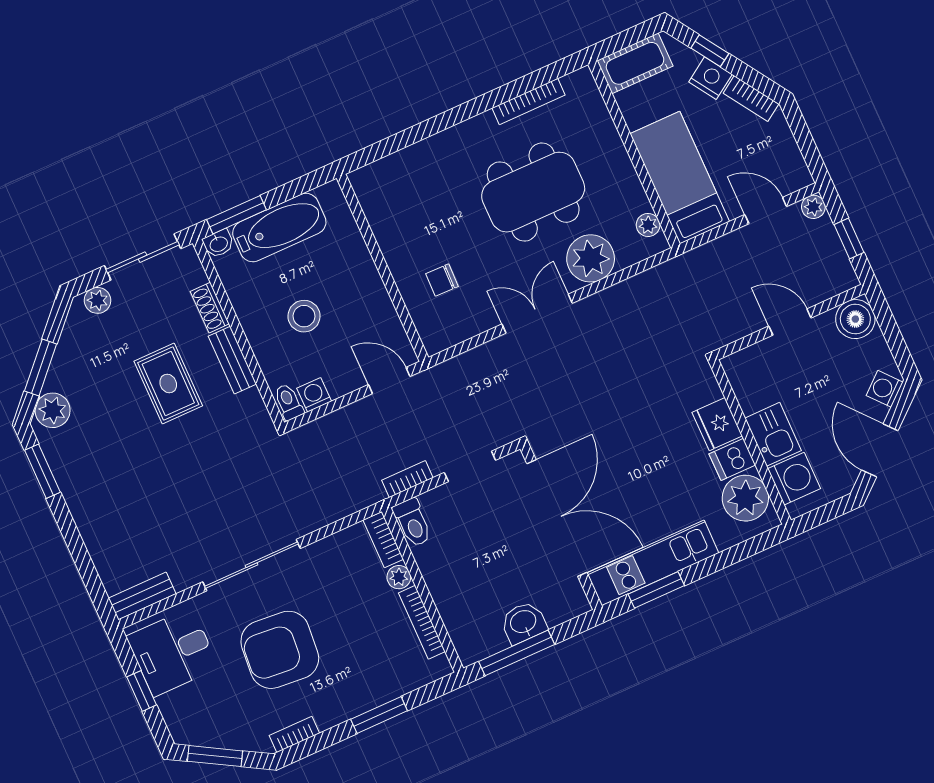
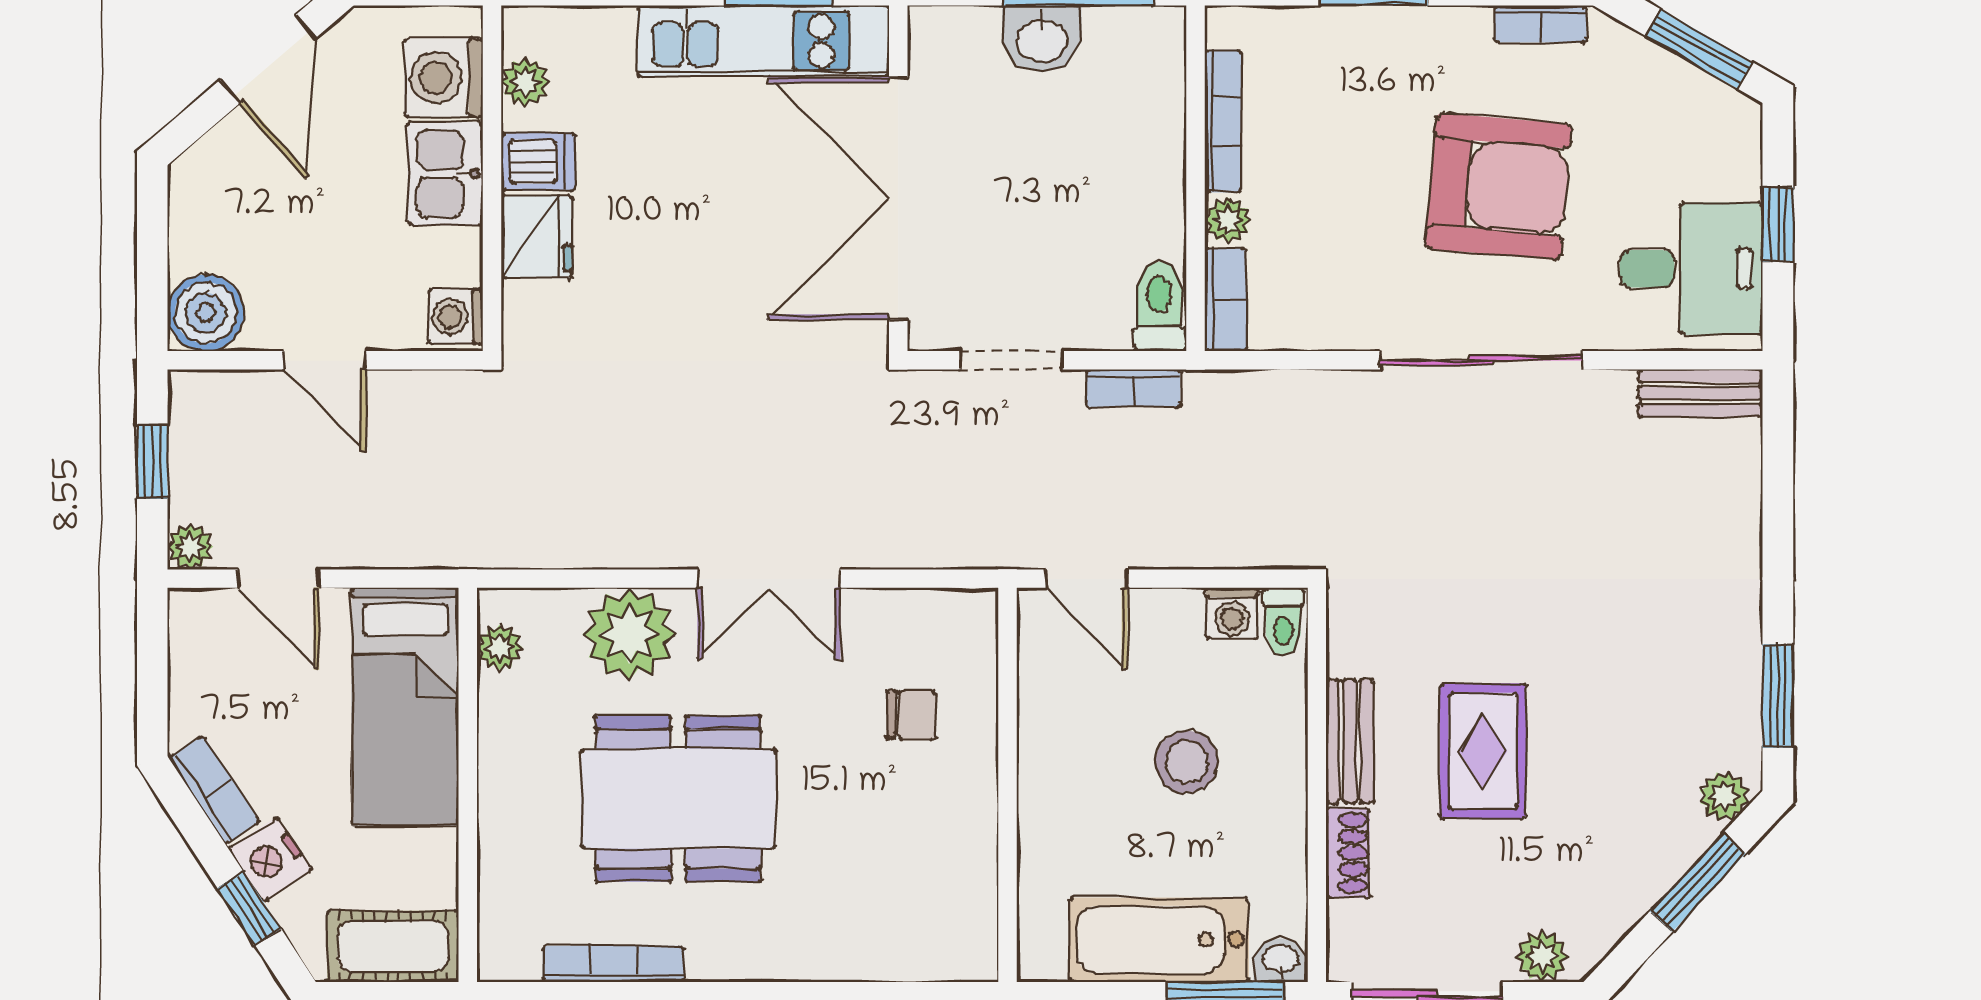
washing machine: (885, 389) -> (455, 316), moved, turned 131
plant: (53, 410) -> (1724, 796), width x0.73, depth x0.73
plant: (745, 498) -> (525, 82), width x0.53, depth x0.53

